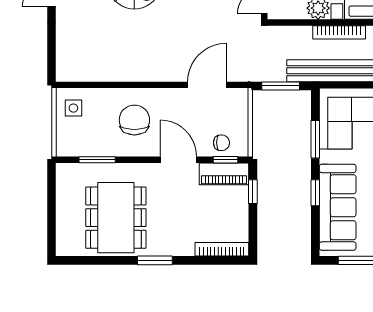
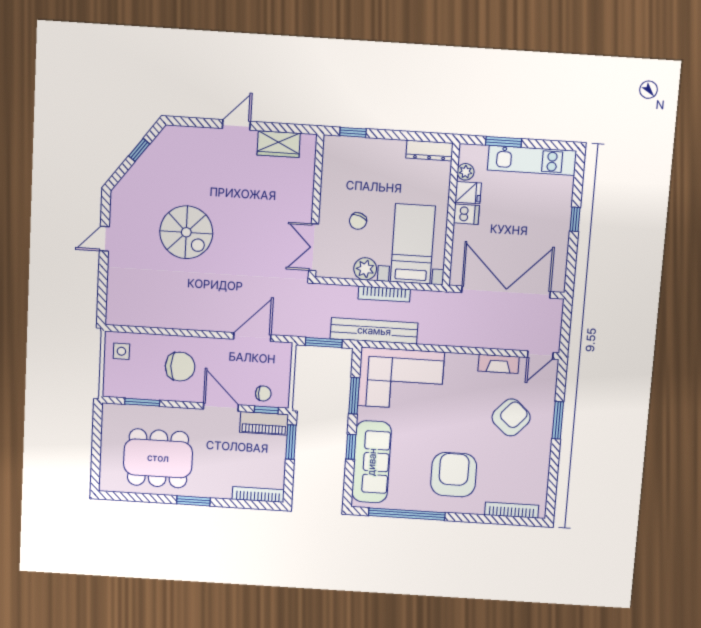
chair: (134, 120) -> (180, 367), turned 90
window: (253, 192) -> (291, 442), width x1.50
dining table: (116, 218) -> (158, 458), turned 90

